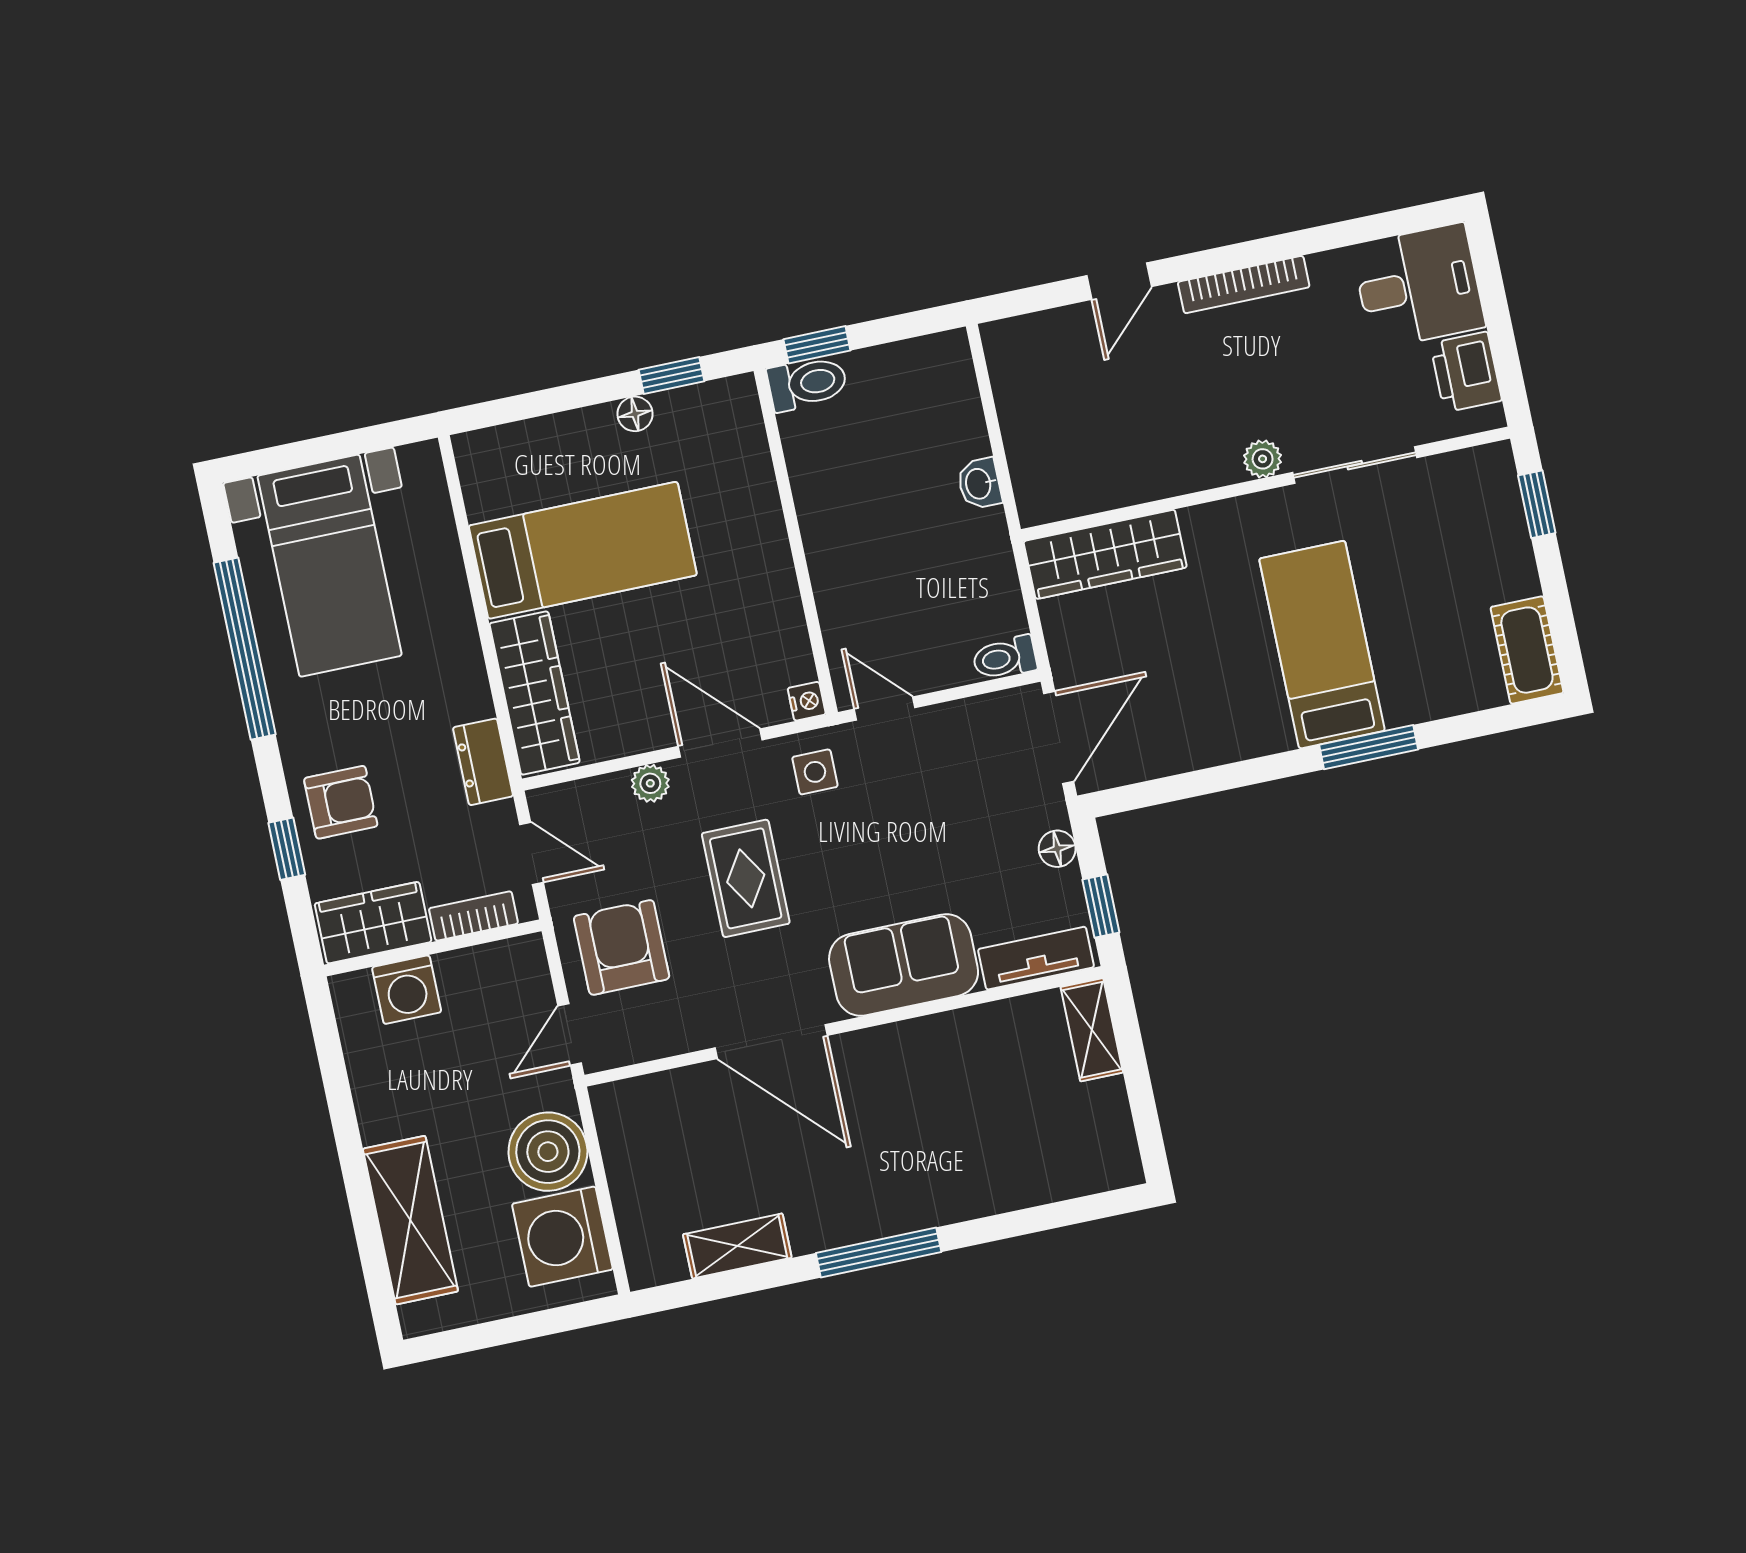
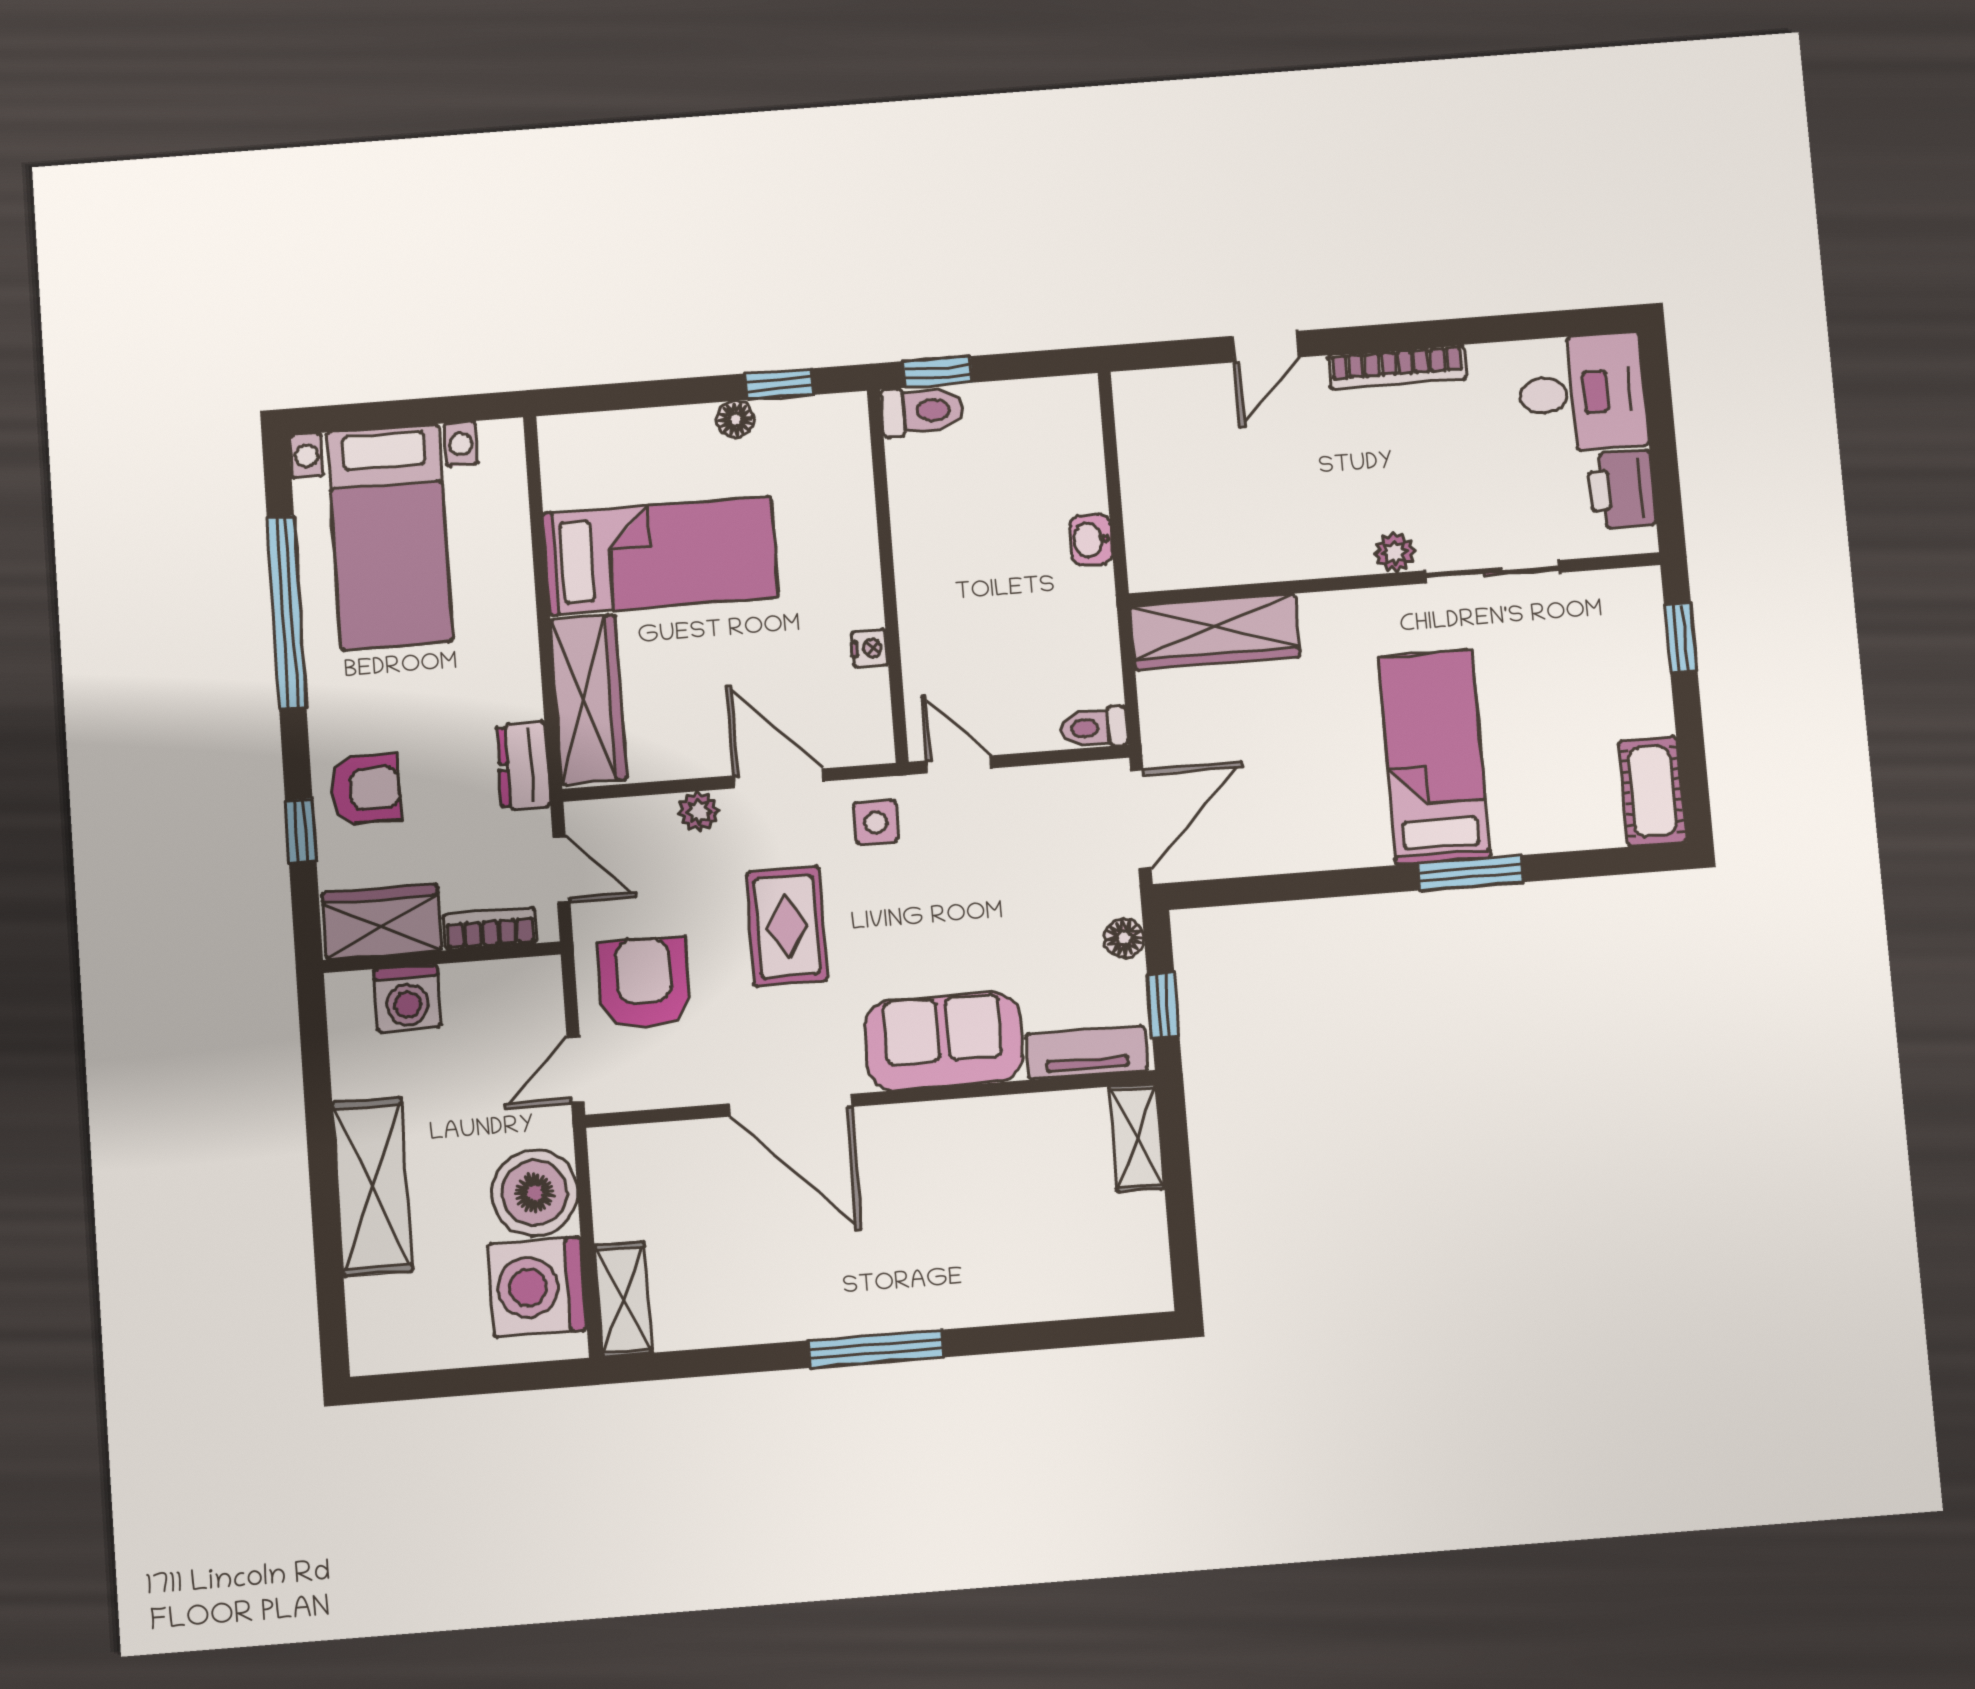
nightstand: (807, 701) -> (870, 648), moved
shelving: (410, 1220) -> (372, 1187), moved
shelving: (737, 1246) -> (623, 1299), moved, turned 90

